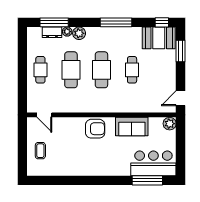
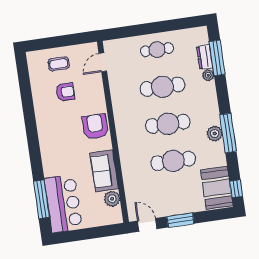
plant: (79, 33) -> (215, 133), moved
window: (180, 51) -> (180, 220), moved
cafe table: (132, 70) -> (173, 161), width x1.37, depth x1.35
plant: (170, 124) -> (112, 199), moved
armchair: (95, 129) -> (95, 127), turned 180
armchair: (64, 149) -> (65, 92), added

